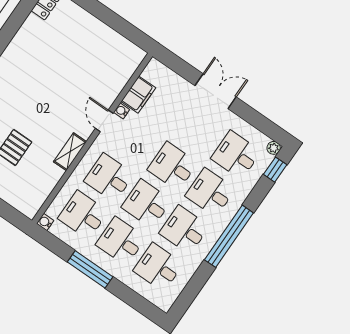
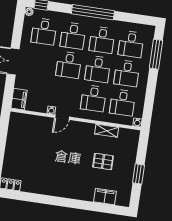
filing cabinet: (138, 95) -> (19, 99), moved, turned 90
shelving: (70, 152) -> (107, 131), moved
window: (90, 269) -> (156, 54), moved

